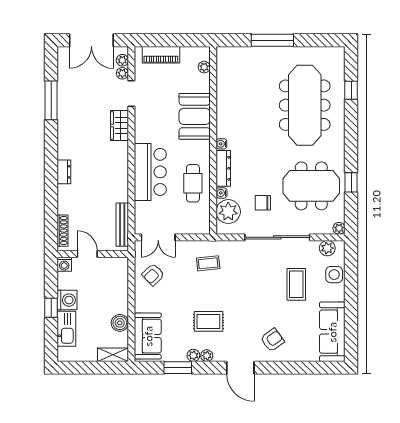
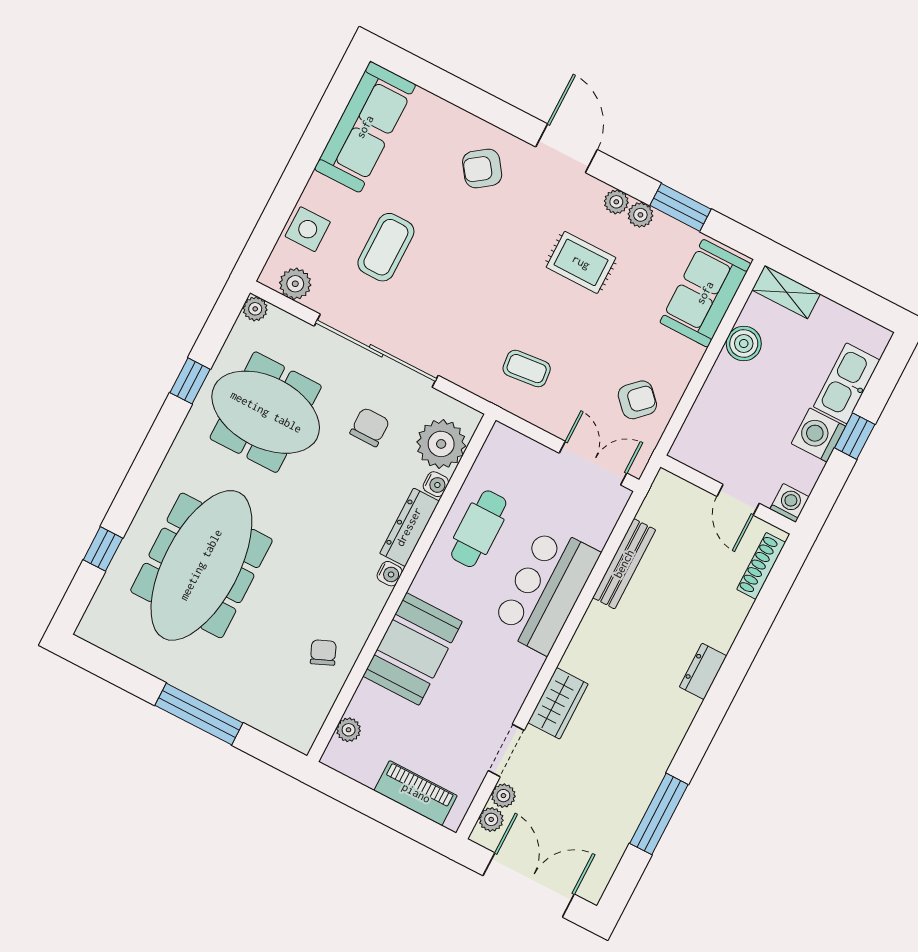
chair: (232, 95) -> (323, 652), added
chair: (263, 203) -> (370, 427), turned -90
bench: (122, 225) -> (624, 564), moved

